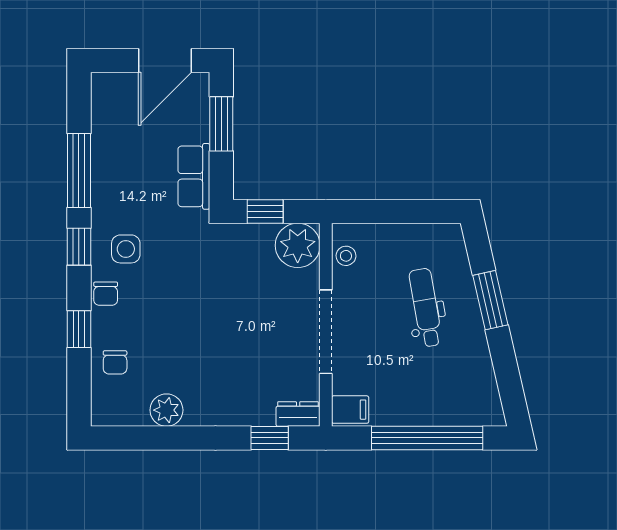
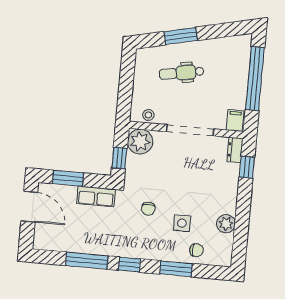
side table: (126, 249) -> (182, 223), moved
chair: (106, 294) -> (148, 209), moved, turned 90
window: (79, 329) -> (176, 269), width x1.50

